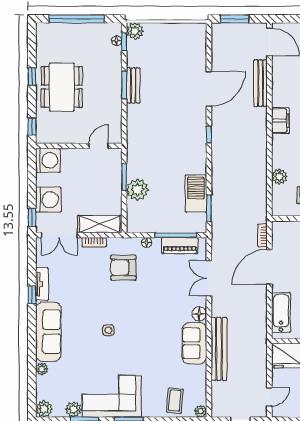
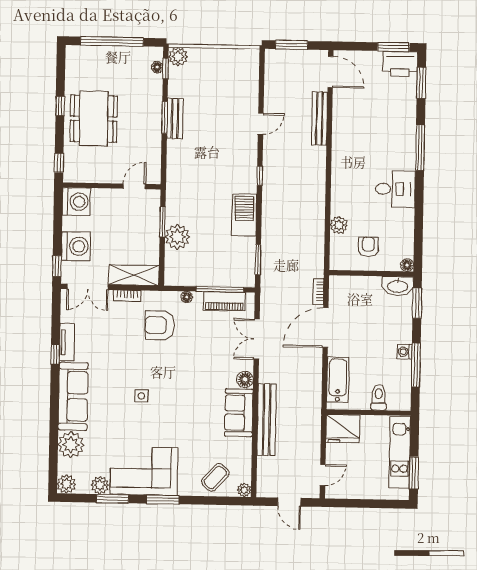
door: (209, 89) -> (261, 124), width x0.53
filing cabinet: (280, 121) -> (341, 162), removed
barbecue: (196, 194) -> (244, 215), moved
plant: (42, 369) -> (71, 445), width x1.87, depth x1.87
coffee table: (175, 401) -> (215, 477), turned 37

